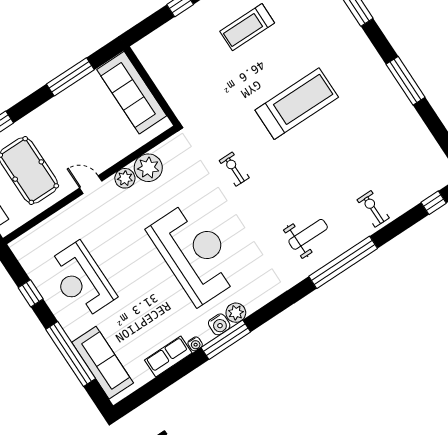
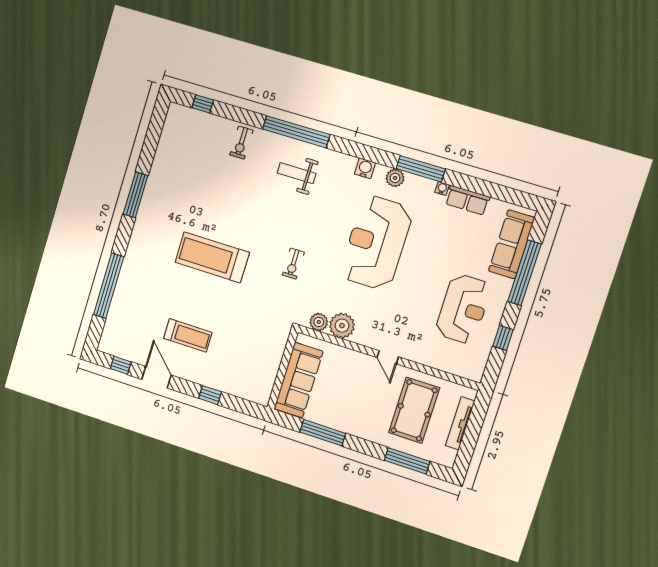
plant: (125, 178) -> (319, 322), moved
water cooler: (219, 324) -> (365, 168), moved

